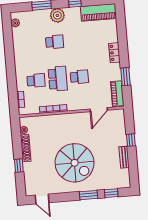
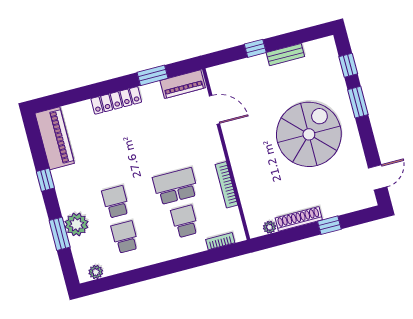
plant: (57, 15) -> (76, 224), moved
locker: (114, 53) -> (116, 100), width x1.53
school desk: (79, 77) -> (125, 237), moved

